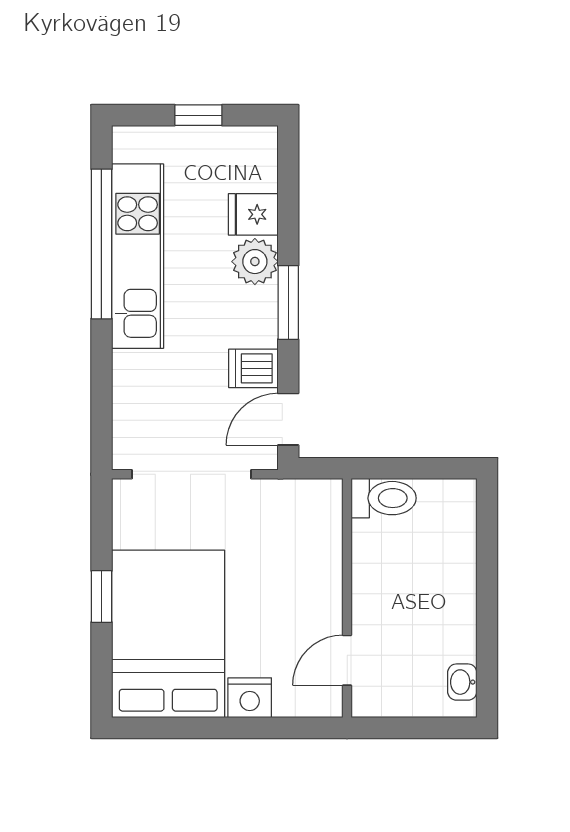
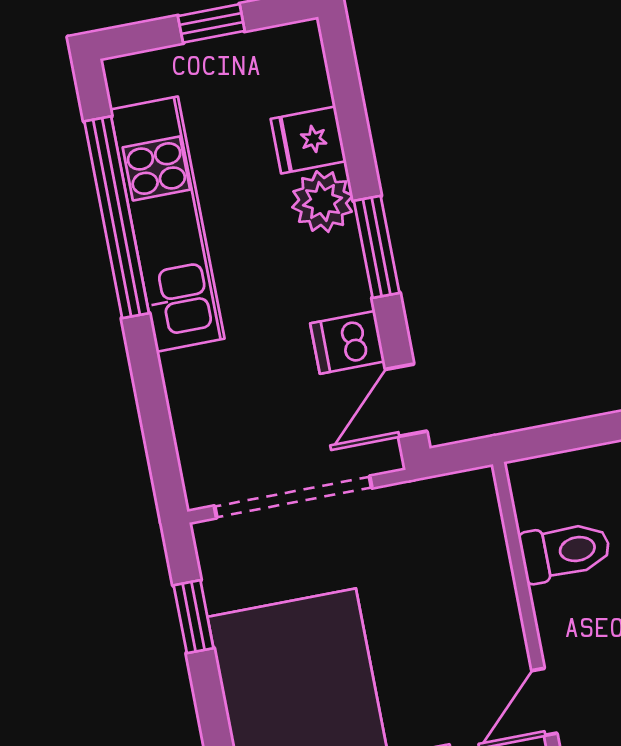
toilet: (384, 498) -> (565, 551), moved
window: (101, 596) -> (194, 617), moved

